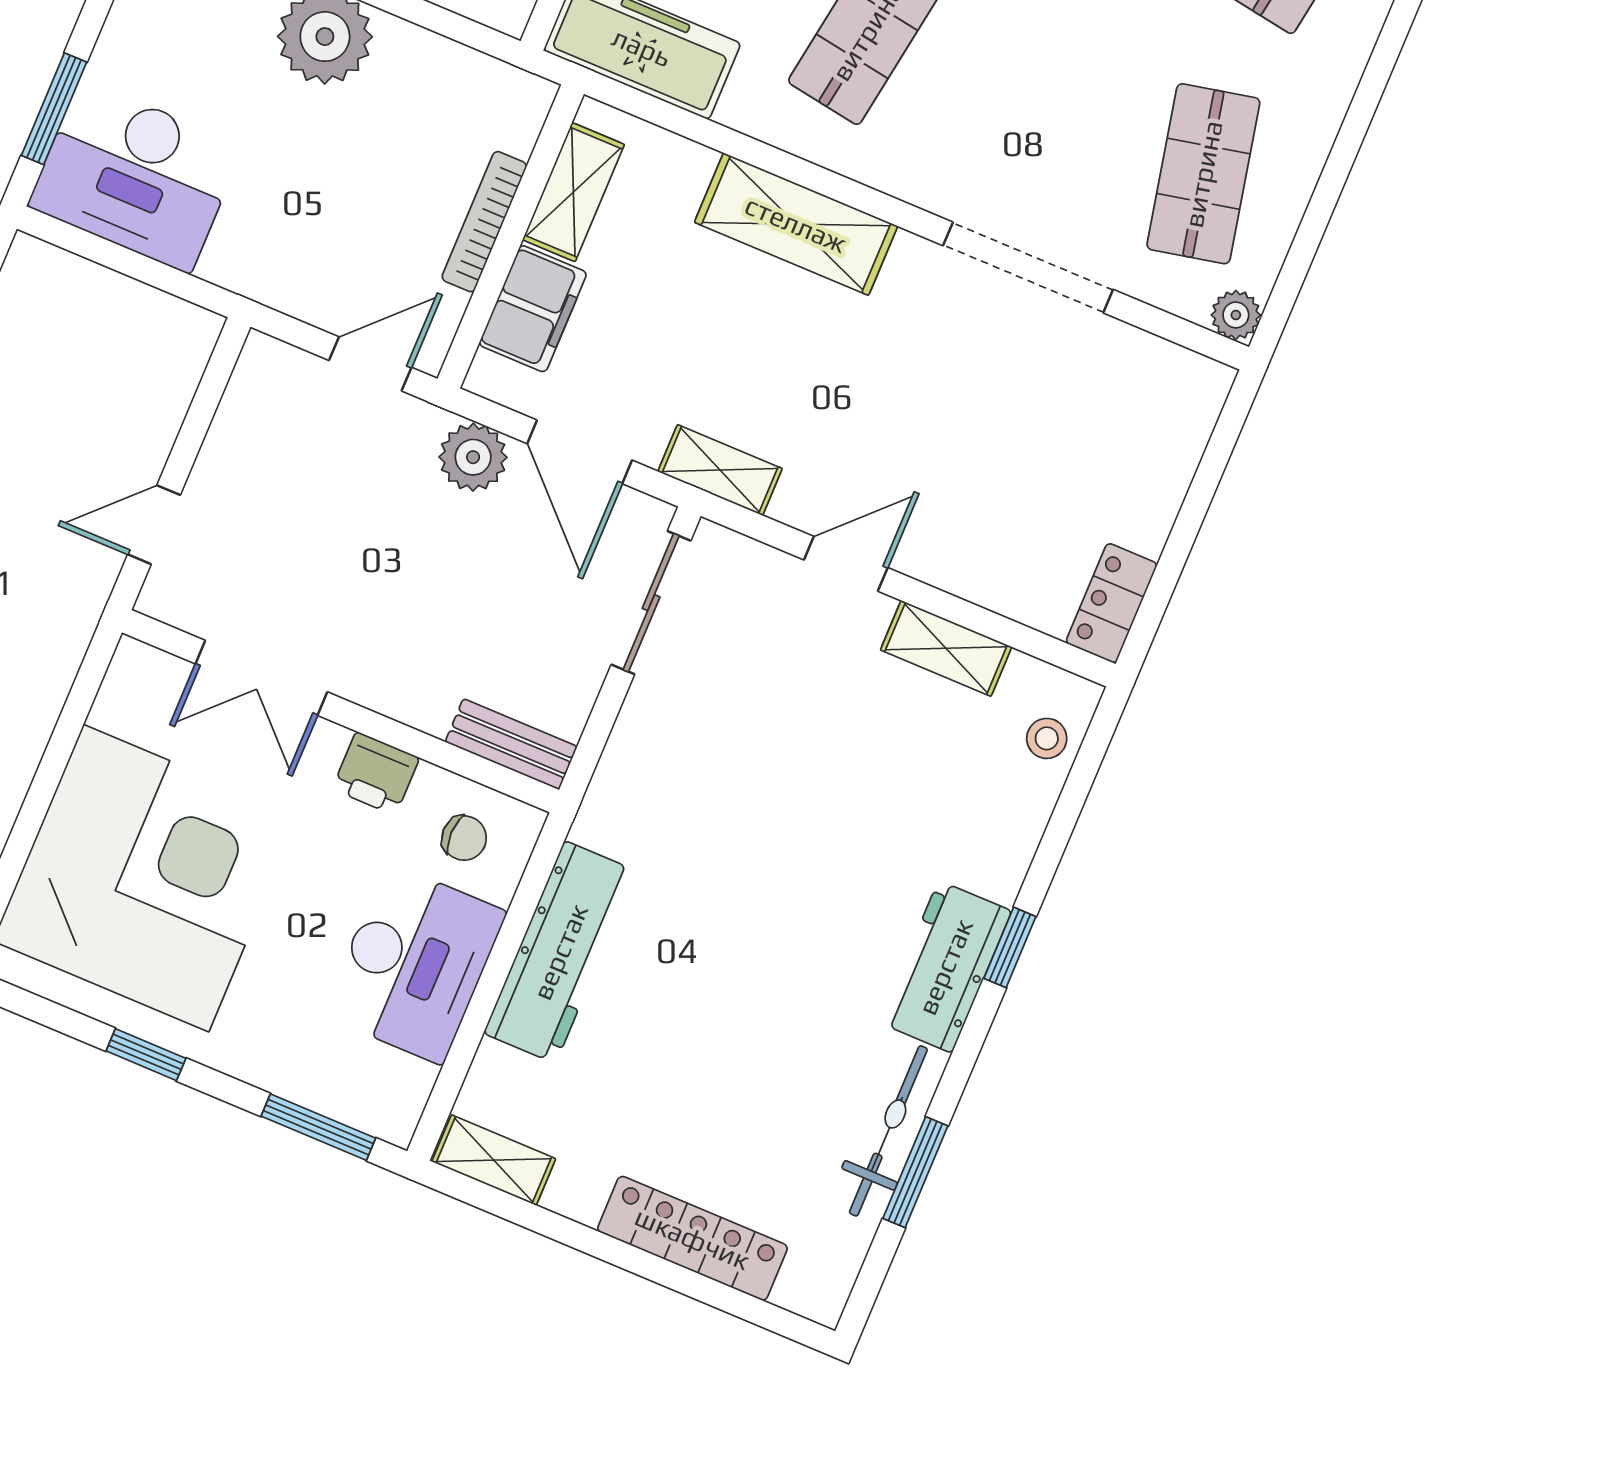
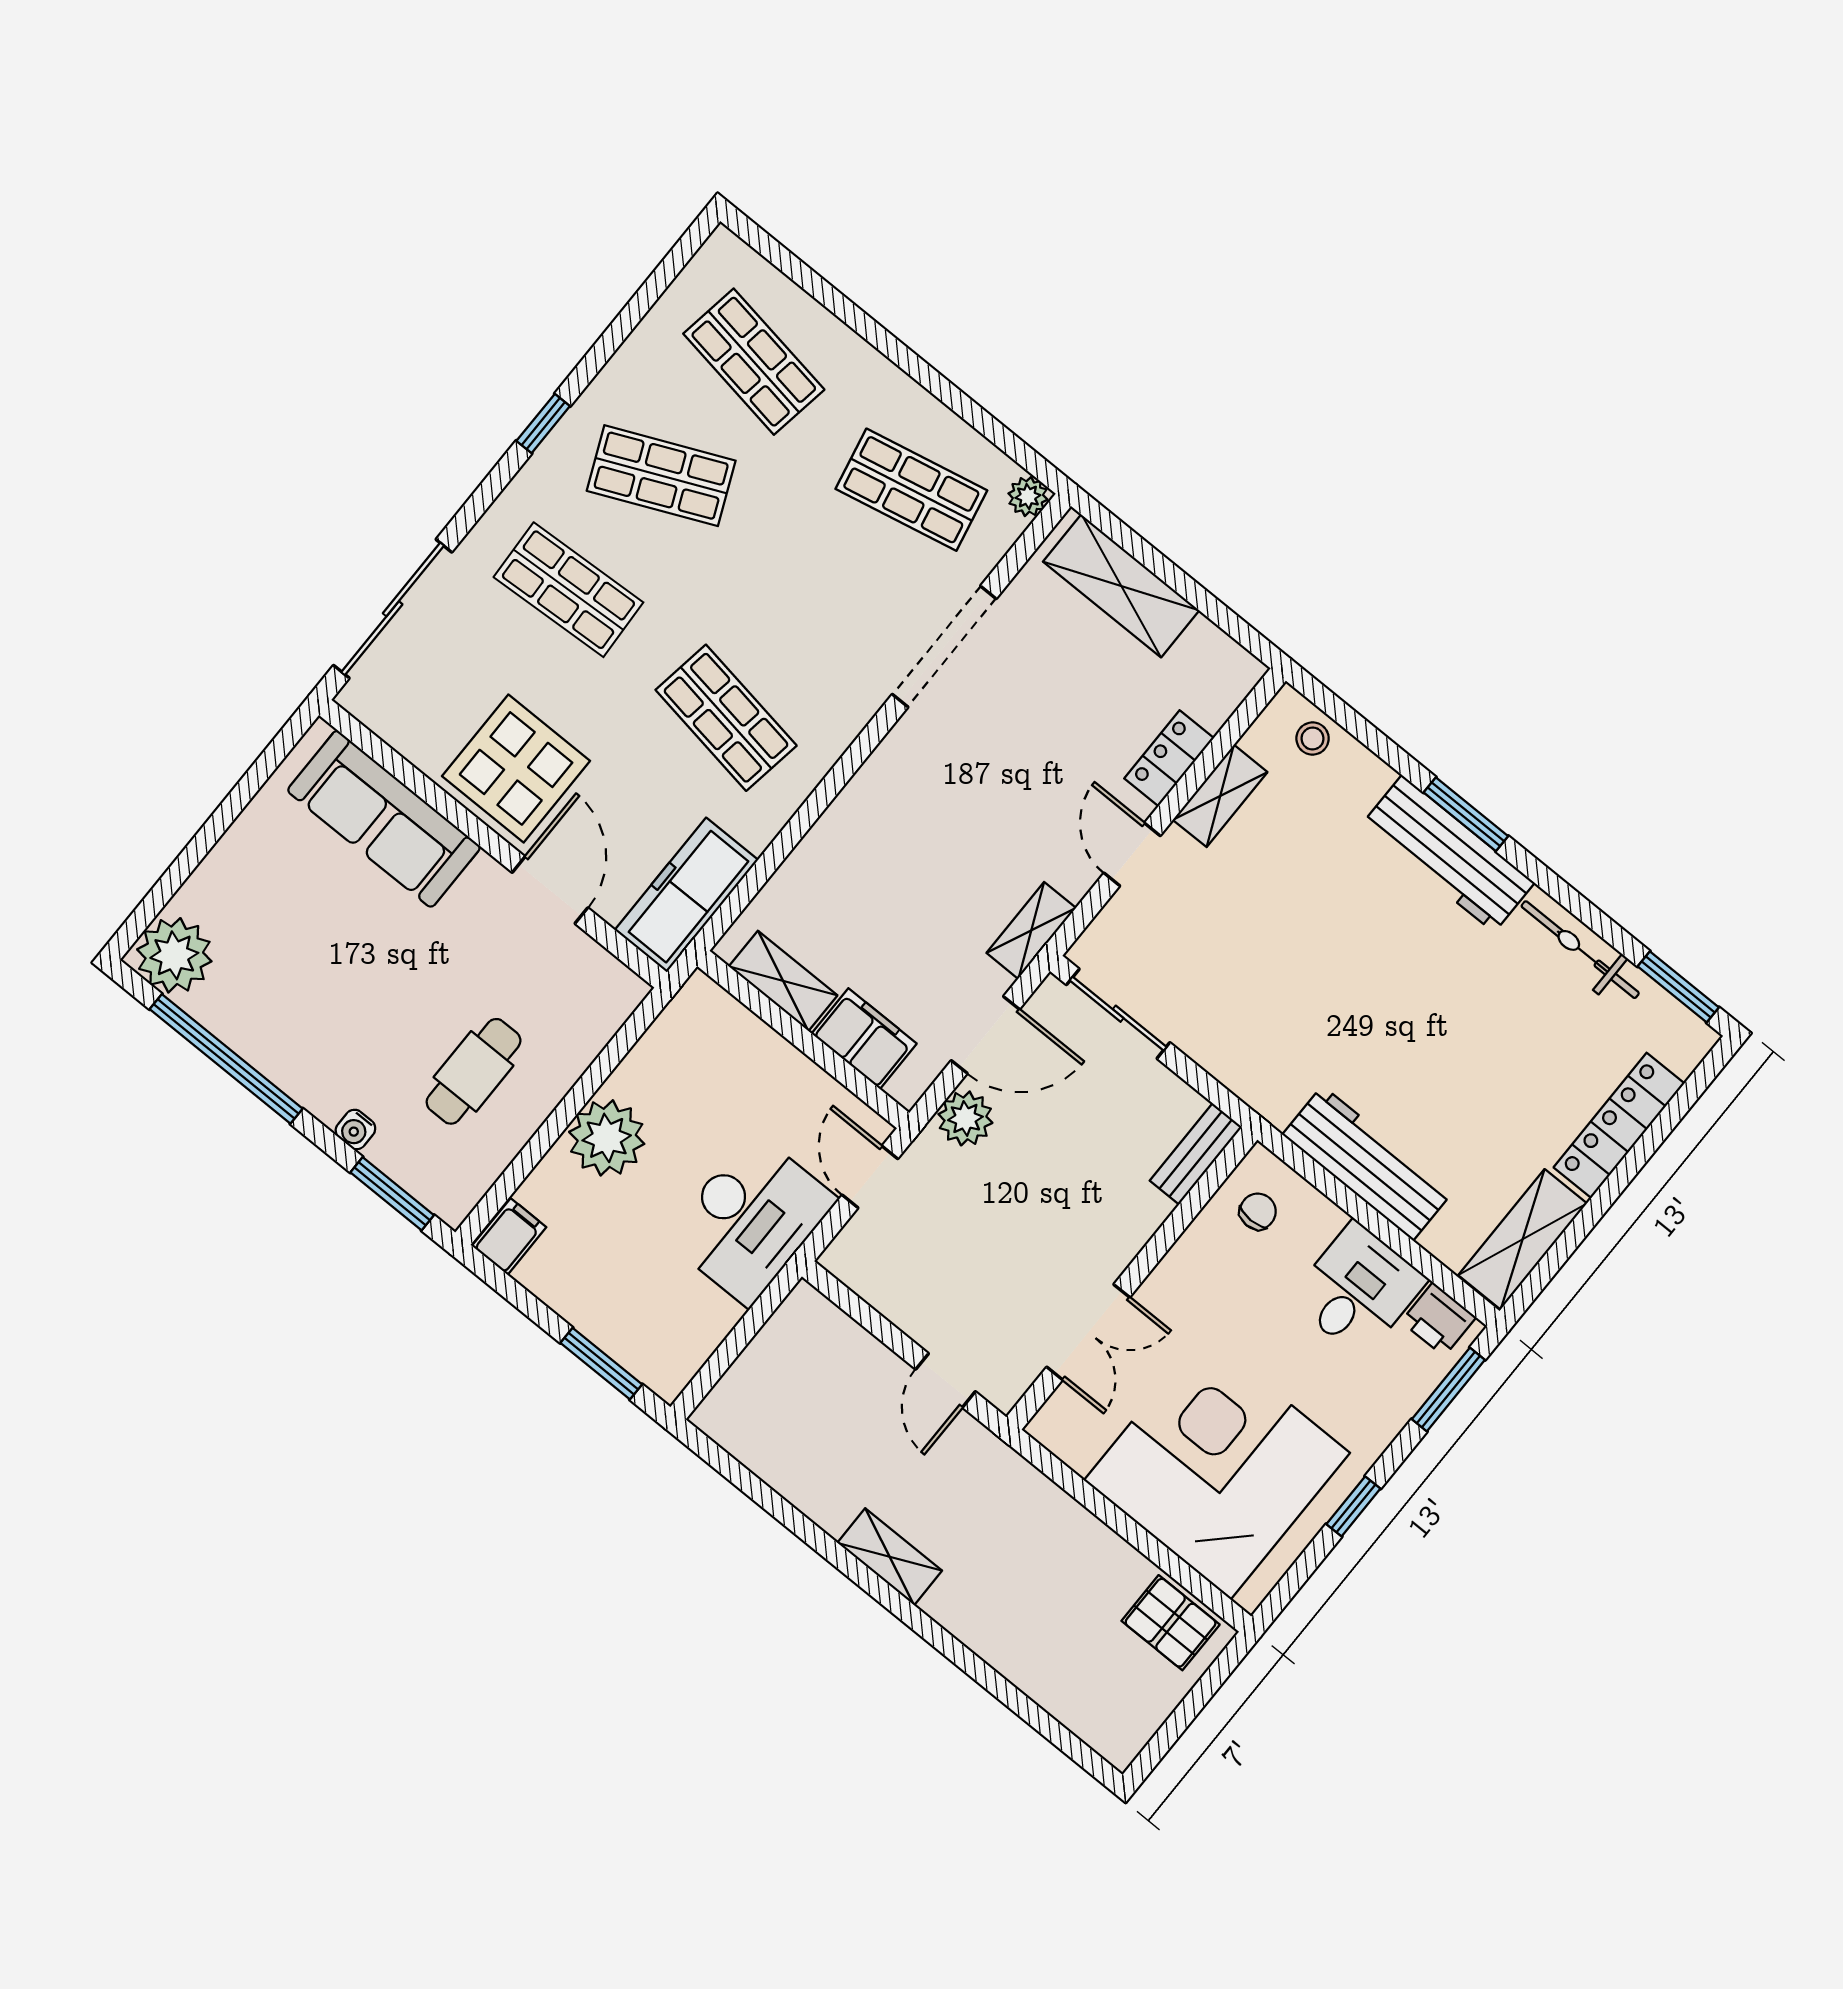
desk: (136, 176) -> (751, 1219), moved
bookcase: (484, 222) -> (786, 1057), removed
shelving: (796, 224) -> (1121, 586), moved, turned 90
locker: (1112, 603) -> (1169, 758), moved, turned 90
printer: (376, 773) -> (1439, 1319), moved, turned 90
window: (1010, 947) -> (1466, 814), width x1.50
desk: (415, 963) -> (1358, 1290), width x0.73
workbench: (945, 967) -> (1448, 854), width x1.38
shelving: (494, 1160) -> (1523, 1239), width x1.50, depth x1.33
window: (915, 1172) -> (1678, 987), moved

